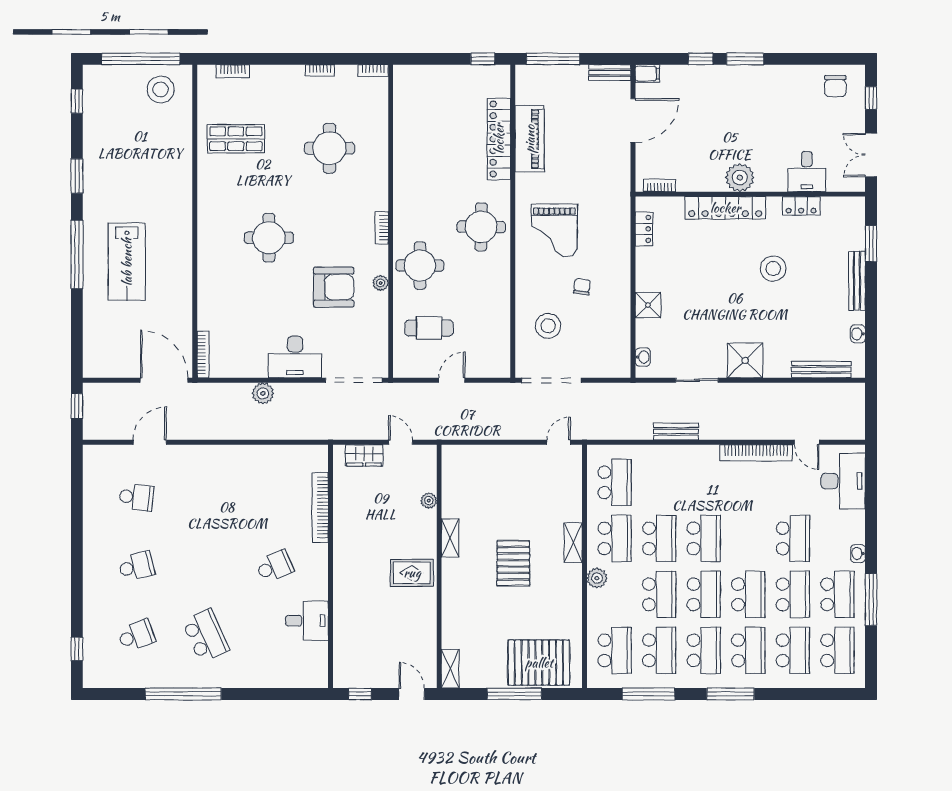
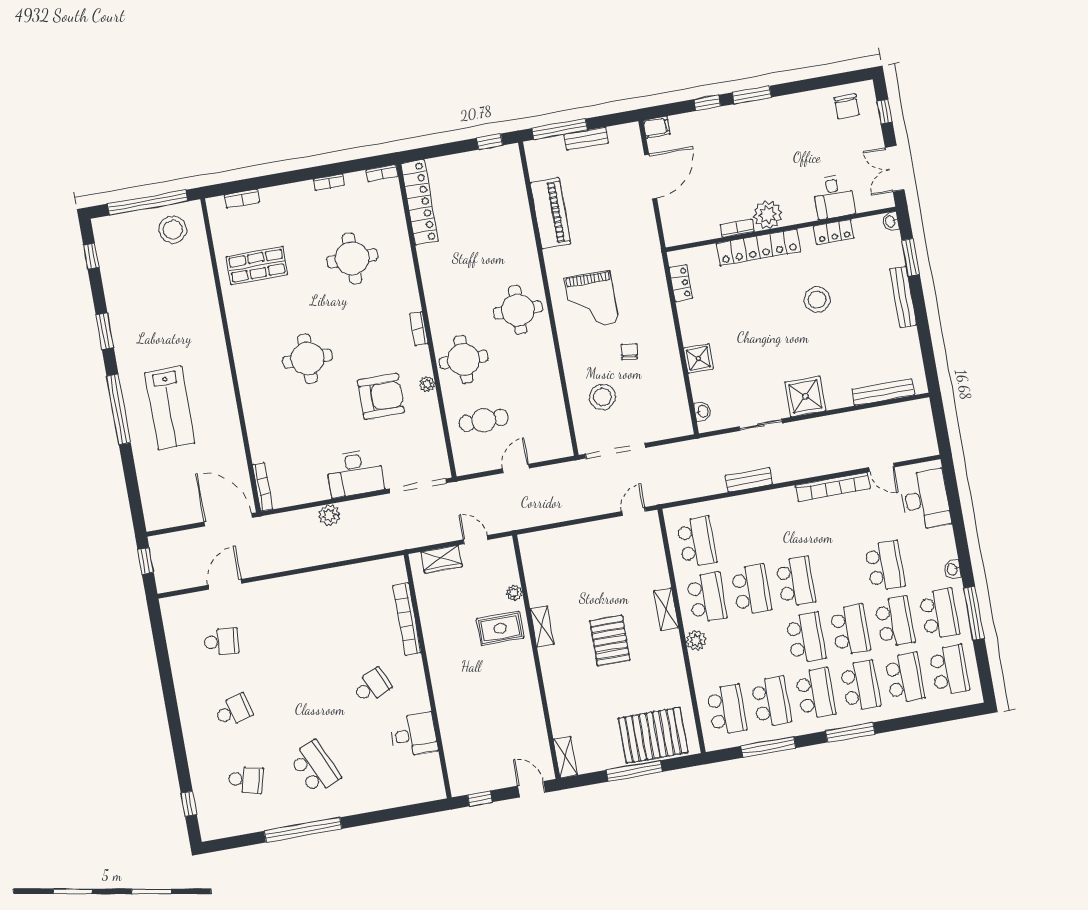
bench: (610, 73) -> (586, 139), moved
locker: (499, 139) -> (420, 202), moved, turned 180
bookcase: (660, 185) -> (737, 228), moved
washbasin: (858, 334) -> (891, 221), moved
rug: (412, 573) -> (500, 628), moved
school desk: (659, 594) -> (761, 646), removed
school desk: (136, 635) -> (246, 780), turned 36

